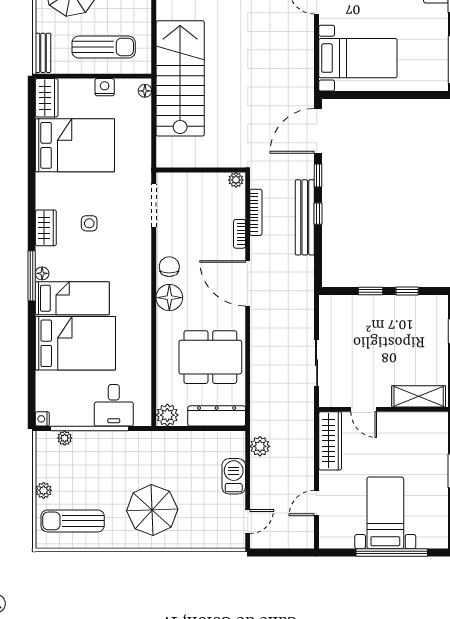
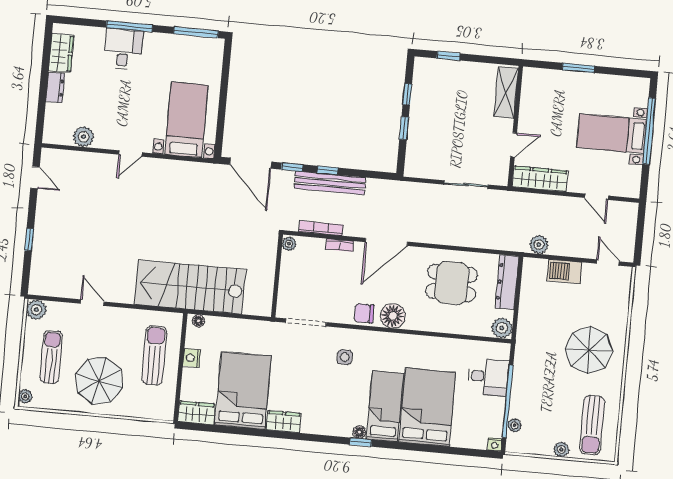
bench: (43, 53) -> (154, 412), removed
side table: (89, 223) -> (345, 357), moved
wardrobe: (46, 228) -> (283, 422), moved
window: (32, 276) -> (361, 442), width x0.46
dining table: (210, 357) -> (452, 283), width x0.73

